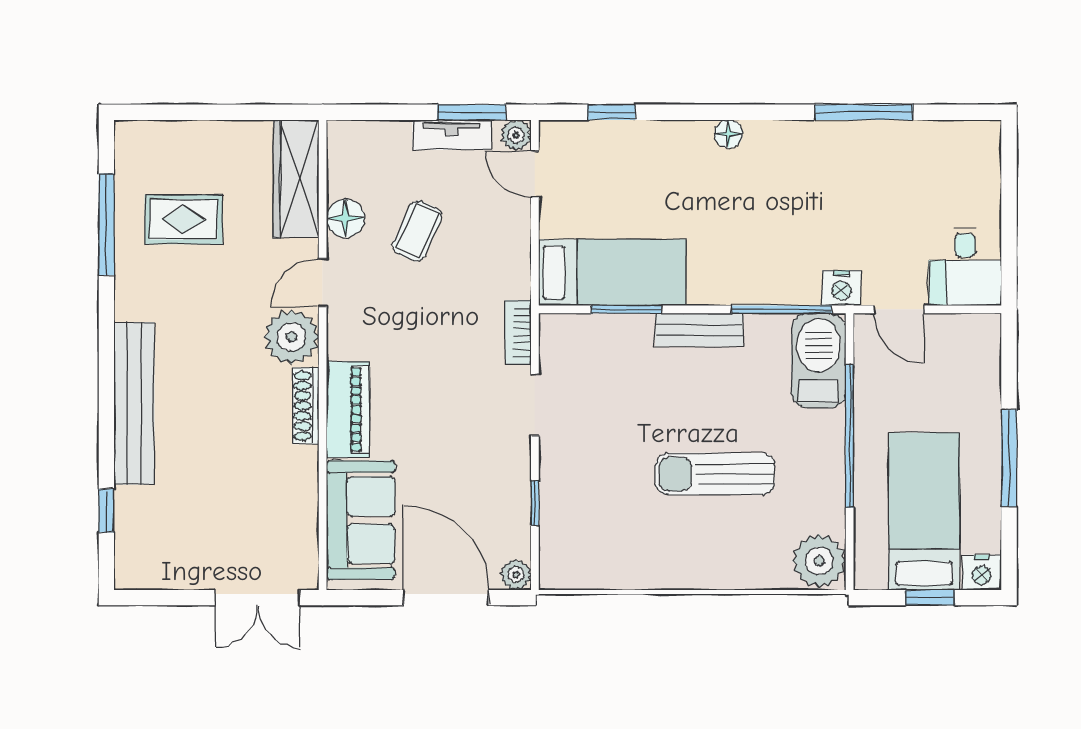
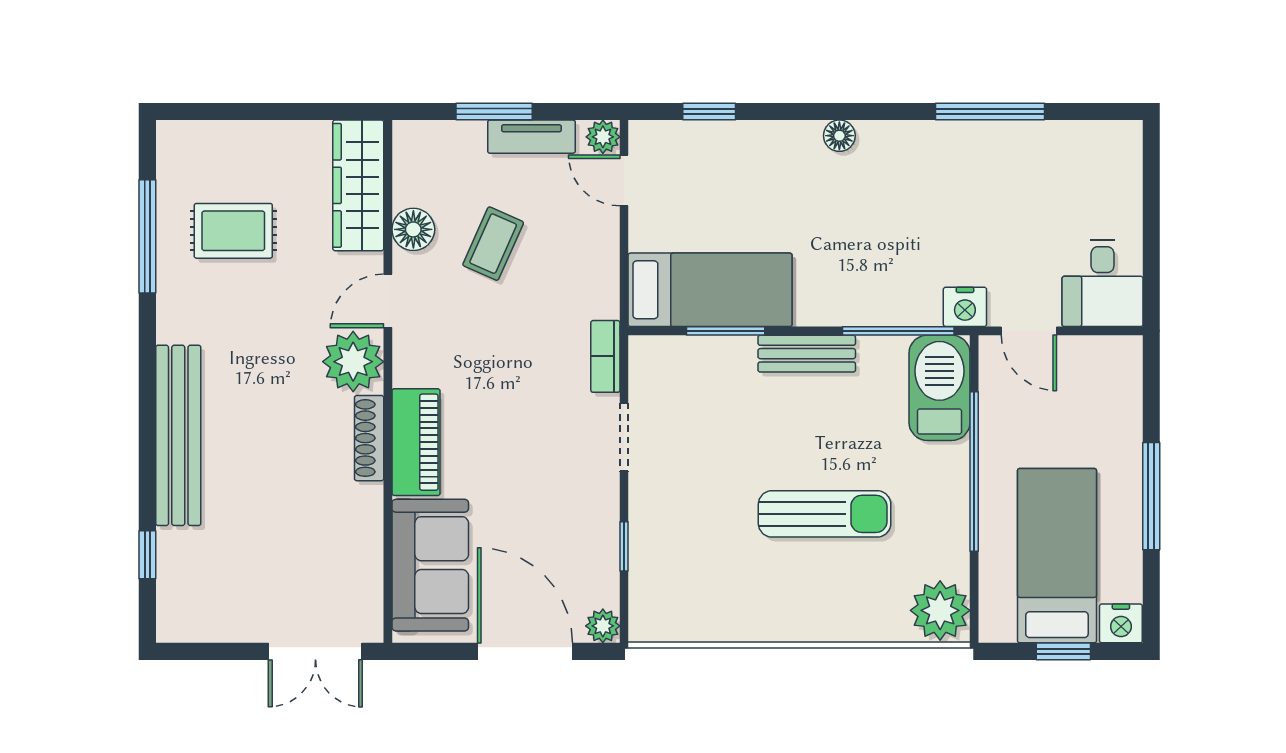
window: (472, 112) -> (494, 111), moved
sun lounger: (715, 474) -> (825, 514), turned 180

